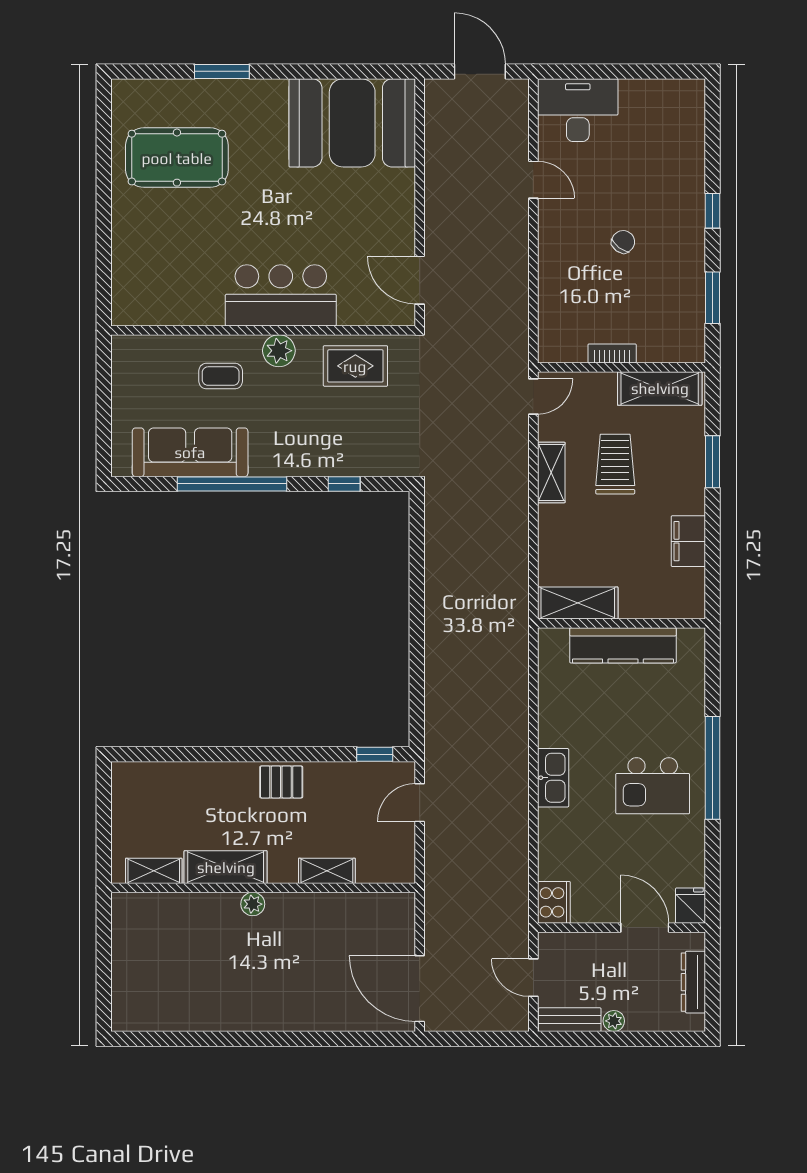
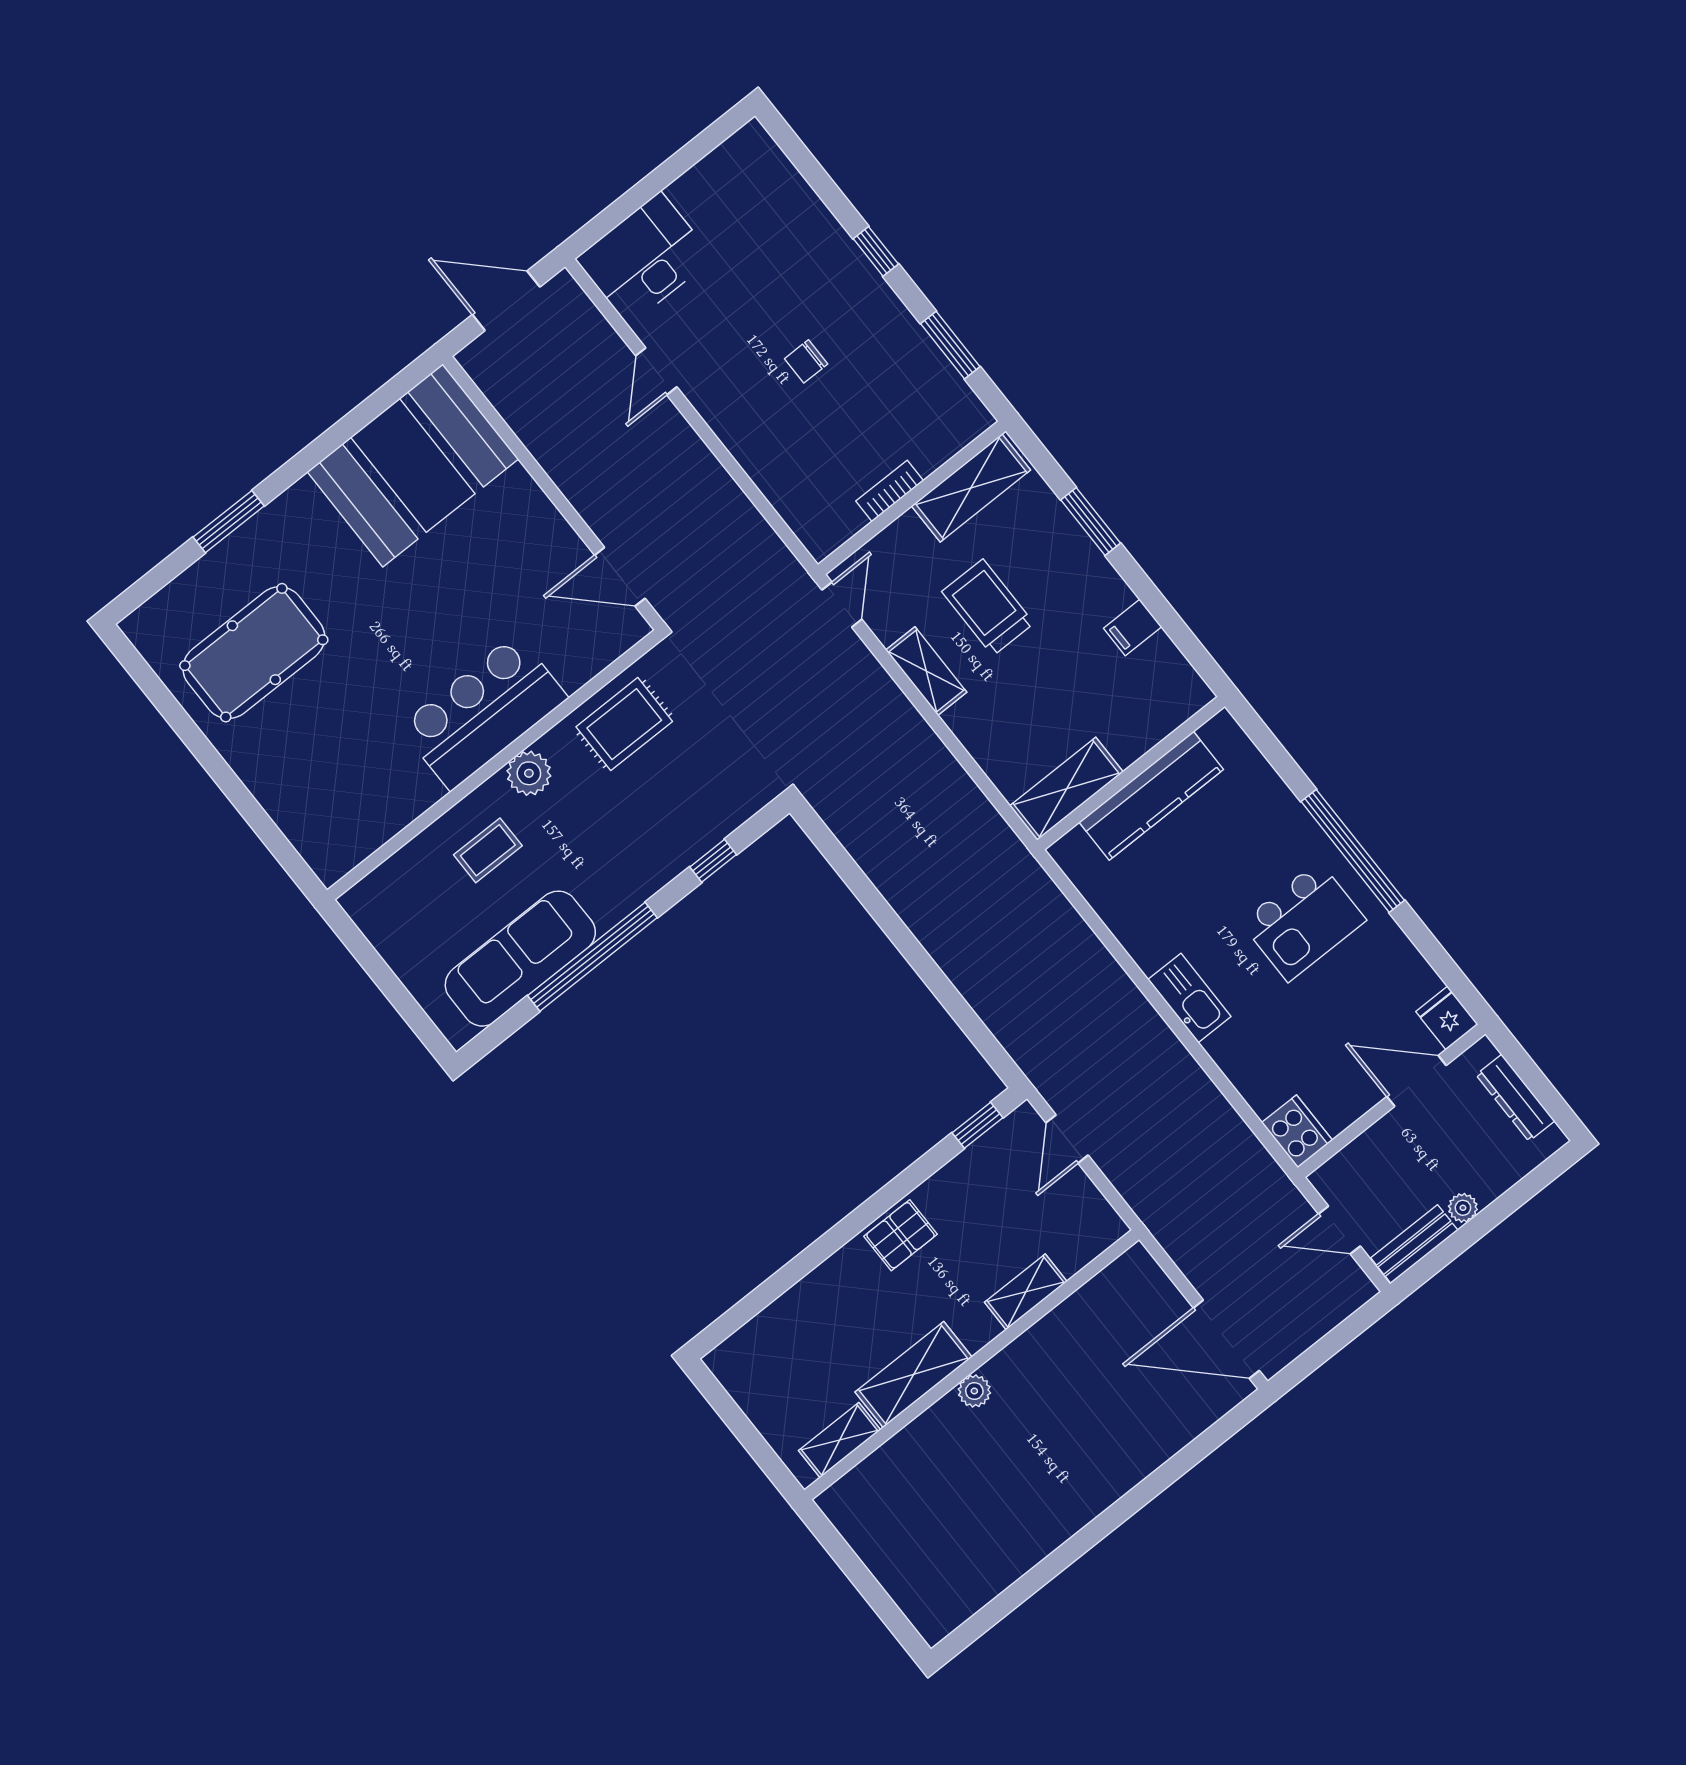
door: (533, 180) -> (656, 371), swing flipped
chair: (623, 242) -> (806, 361), turned -127
filing cabinet: (688, 541) -> (1133, 628), width x0.50

